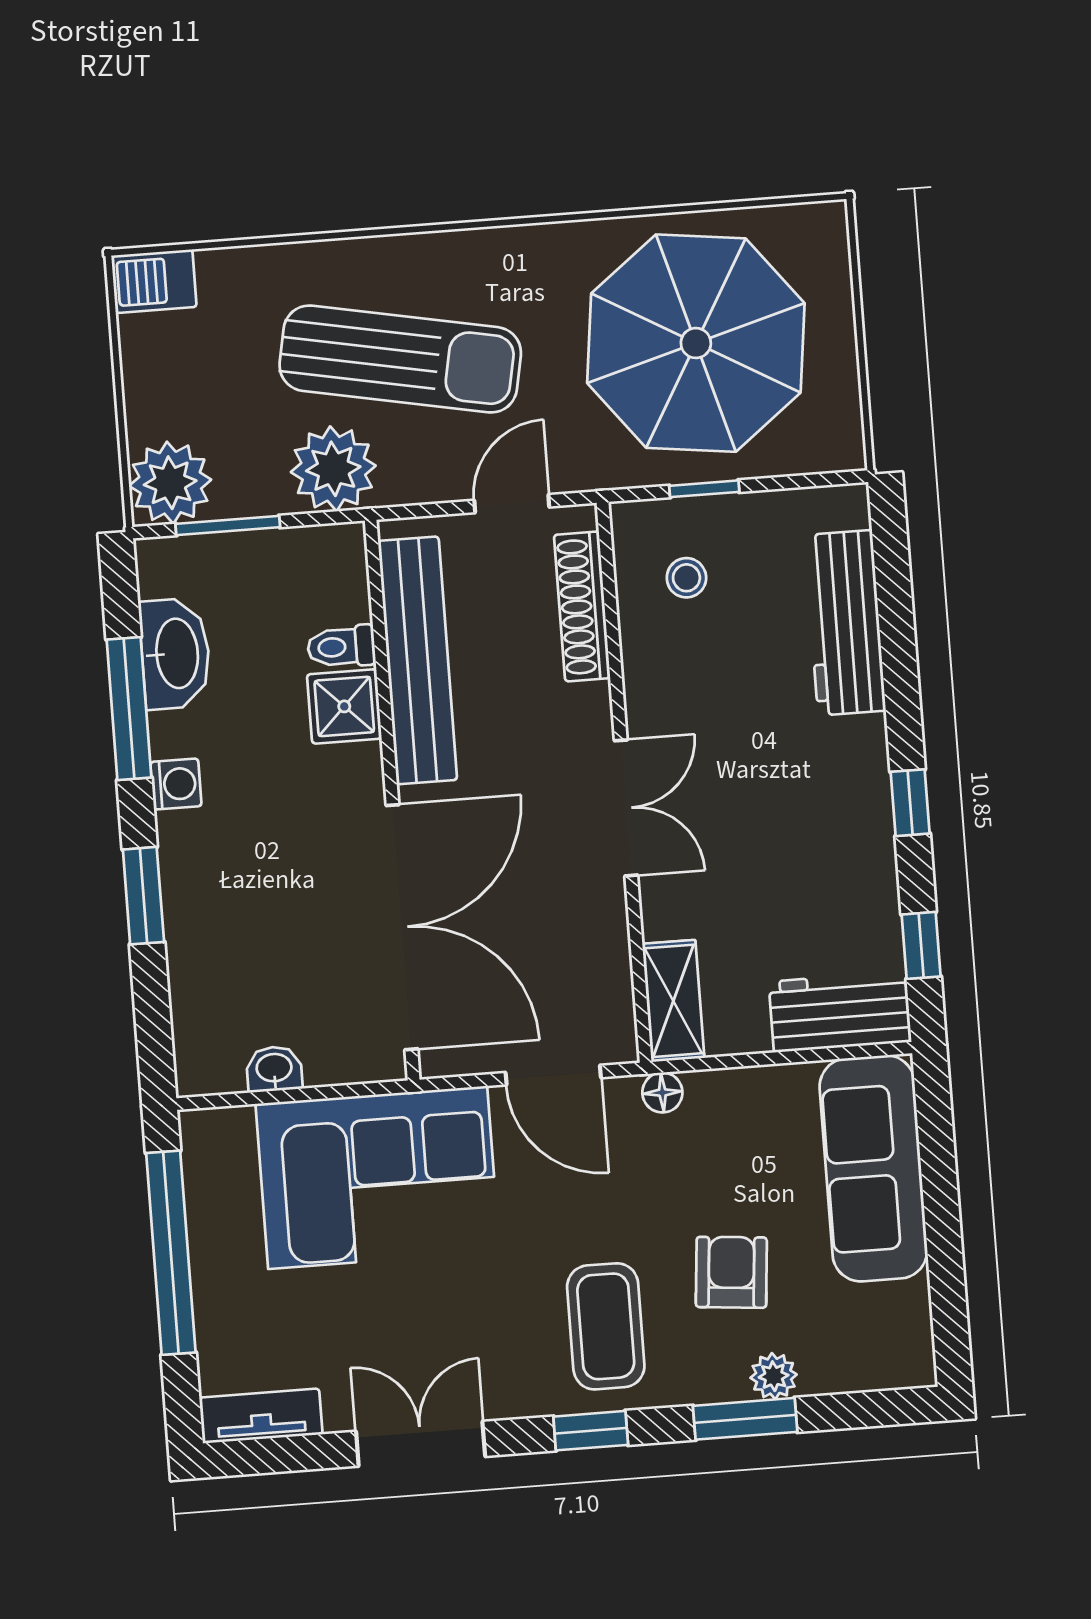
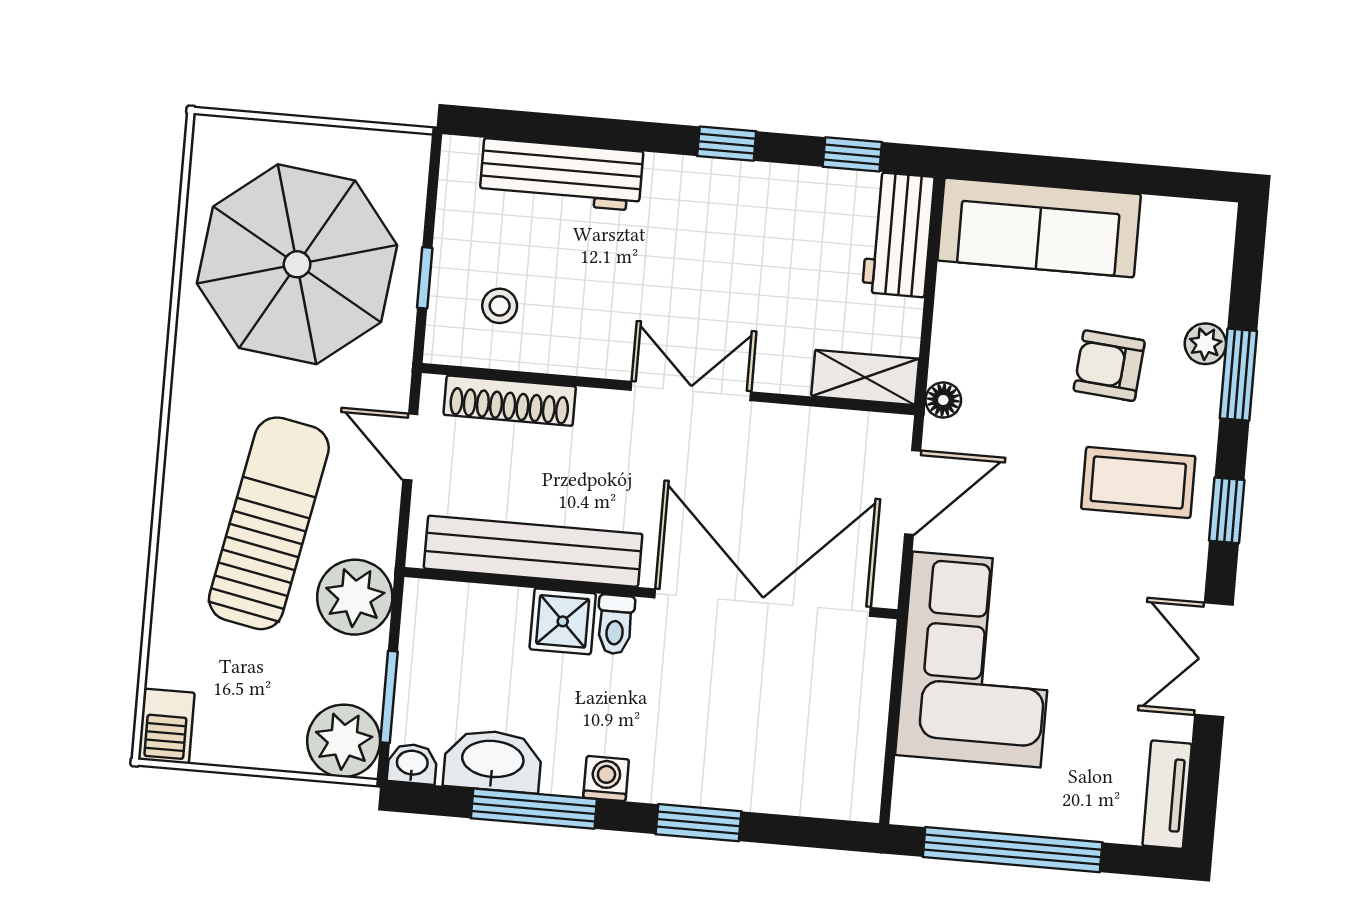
toilet: (341, 647) -> (615, 624), moved
washbasin: (274, 1069) -> (412, 764), moved, turned 90

